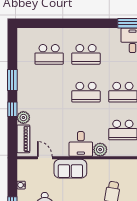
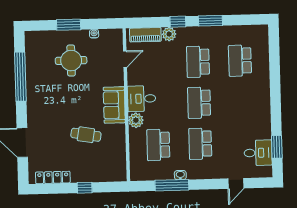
school desk: (86, 54) -> (198, 62), moved
sofa: (70, 169) -> (114, 105), moved

